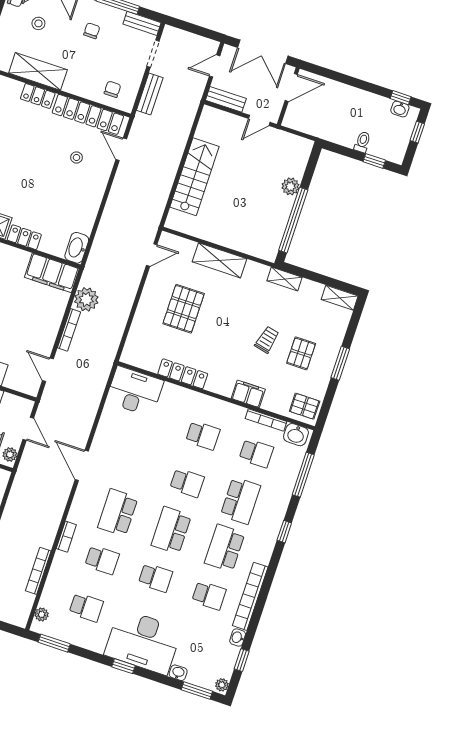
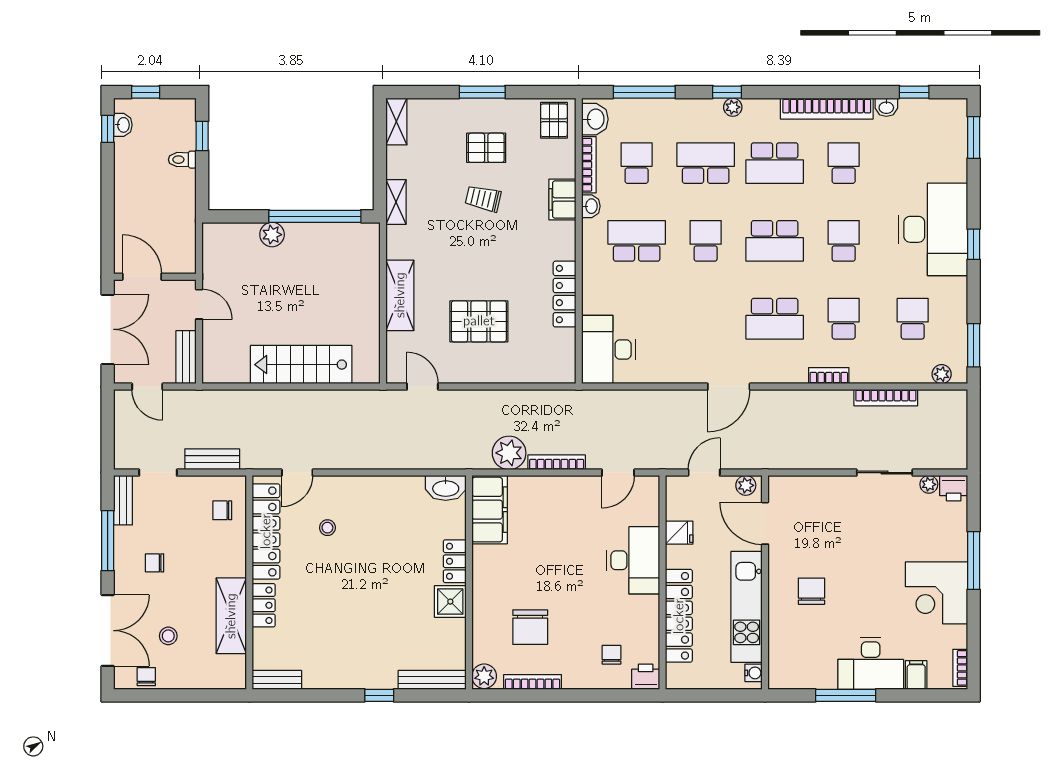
school desk: (203, 435) -> (637, 241), width x1.85
washbasin: (178, 673) -> (591, 206), moved, turned 180
plant: (222, 685) -> (733, 107), moved

